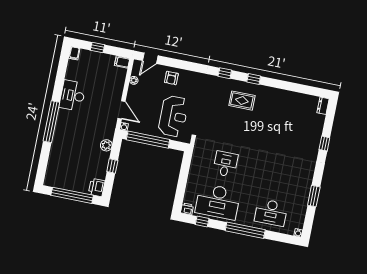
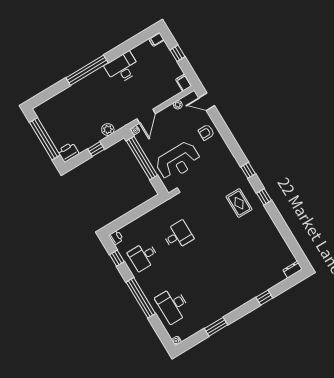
desk: (218, 202) -> (143, 256), width x0.53, depth x0.77

